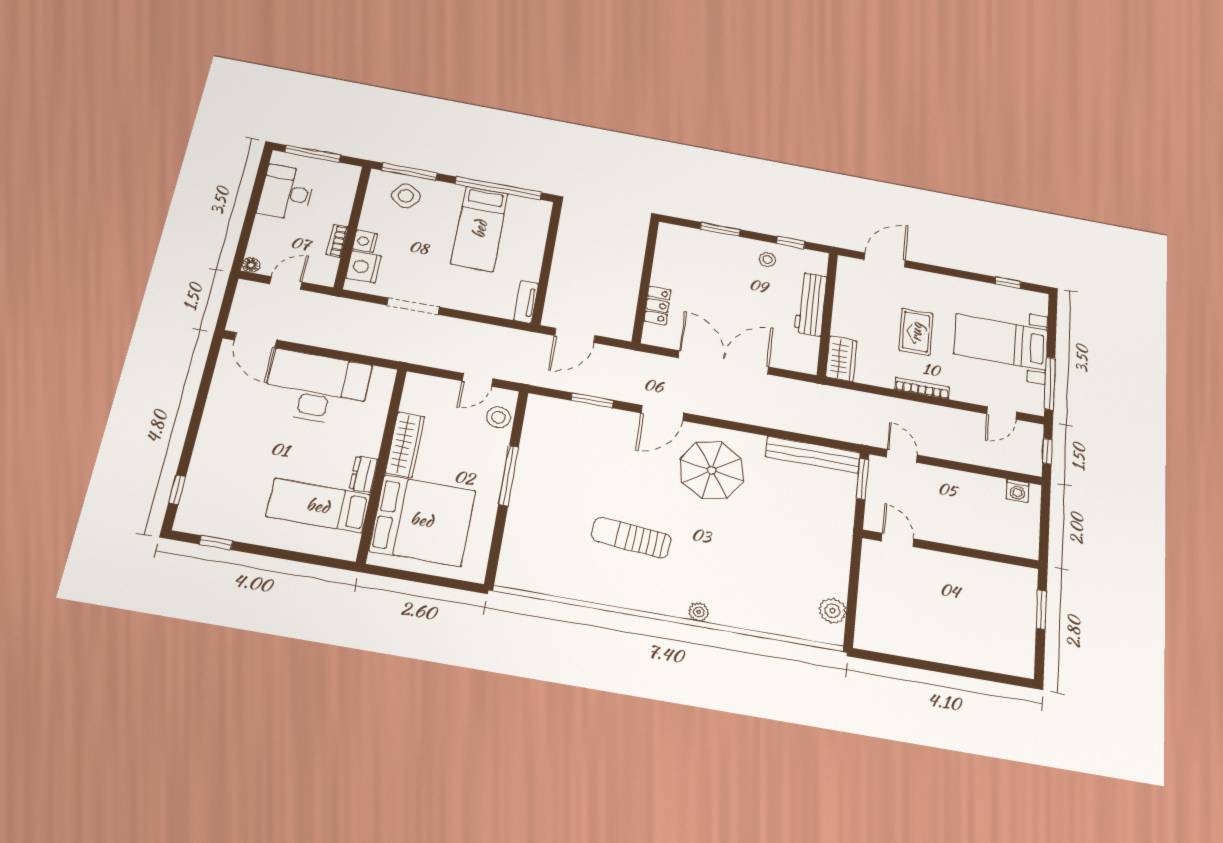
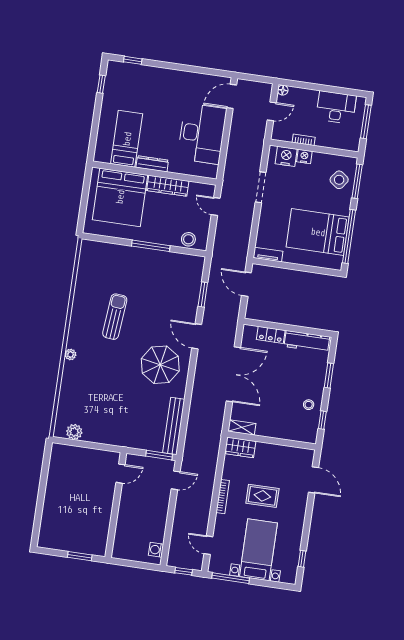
bed: (480, 229) -> (318, 232), width x1.50
door: (286, 283) -> (272, 111), hinge flipped
workbench: (811, 304) -> (307, 342), moved, turned 180
shelving: (809, 355) -> (242, 427), added
door: (478, 380) -> (216, 206), moved
dresser: (364, 474) -> (152, 164), width x1.44

